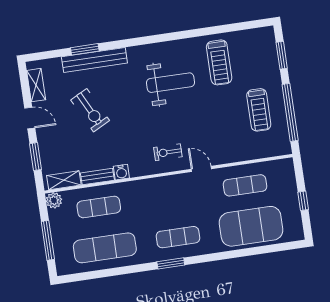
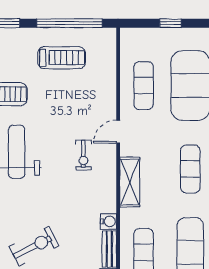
exercise bike: (168, 152) -> (83, 155), moved
shelving: (159, 186) -> (130, 182), added

